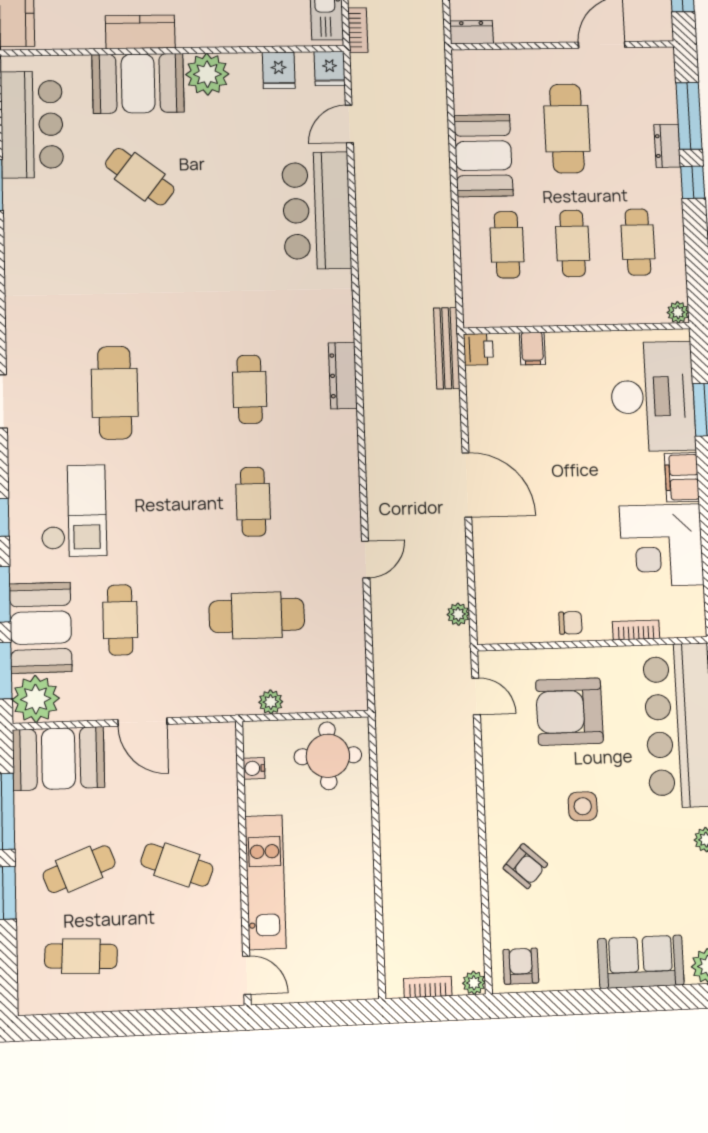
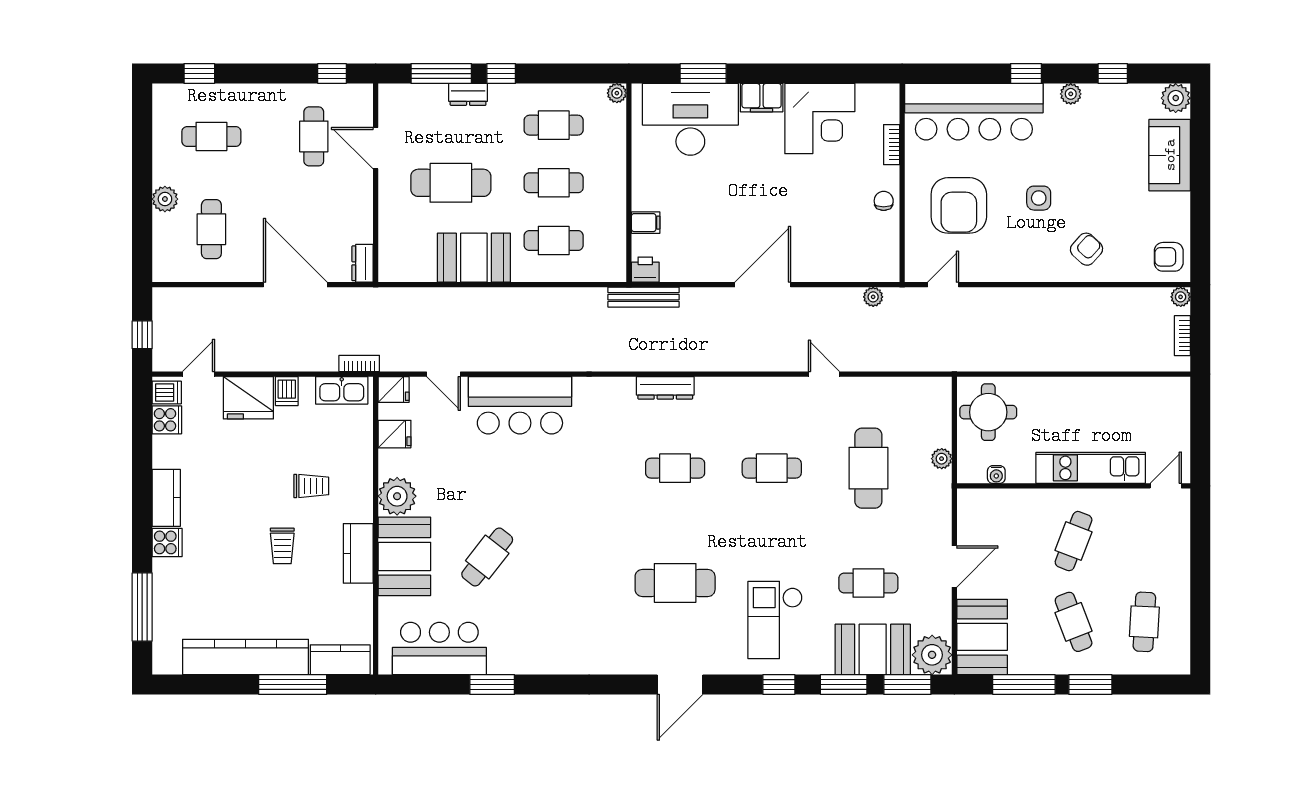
checkout: (73, 511) -> (775, 620), turned -90

